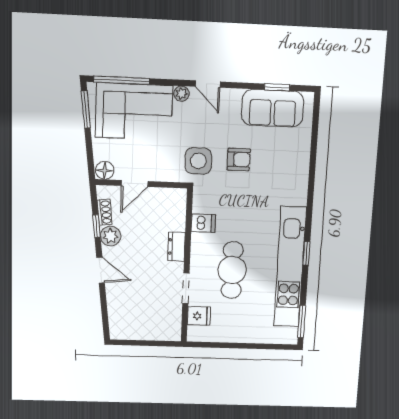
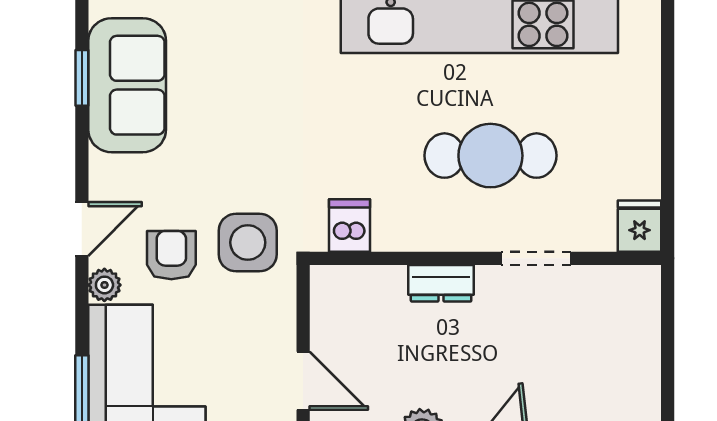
armchair: (239, 160) -> (171, 255), moved
dishwasher: (203, 223) -> (350, 226), moved
fridge: (199, 316) -> (640, 226), moved

